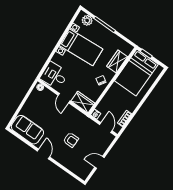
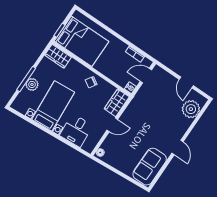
plant: (87, 20) -> (32, 84), moved
wardrobe: (117, 62) -> (58, 56), moved
desk: (54, 75) -> (76, 130), moved
armchair: (71, 140) -> (161, 116), removed
door: (44, 154) -> (178, 147), swing flipped
plant: (76, 166) -> (191, 109), added

